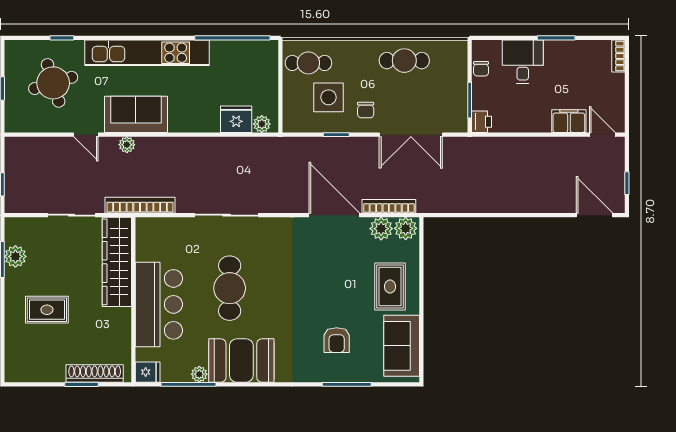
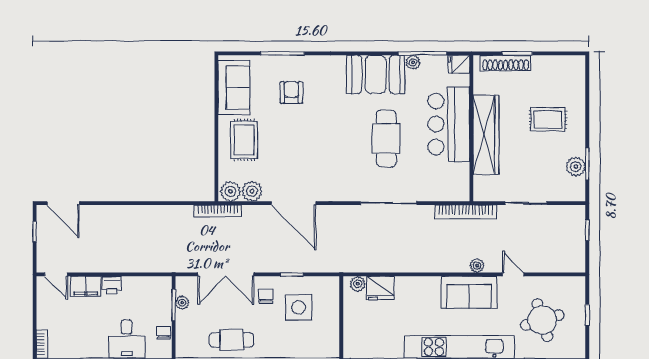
cafe table: (308, 63) -> (316, 338), removed
plant: (460, 103) -> (182, 303), added
printer: (482, 122) -> (112, 285), moved, turned -90
double door: (411, 135) -> (226, 274), swing flipped
bookcase: (389, 206) -> (218, 211), moved
wardrobe: (117, 262) -> (486, 135), moved

